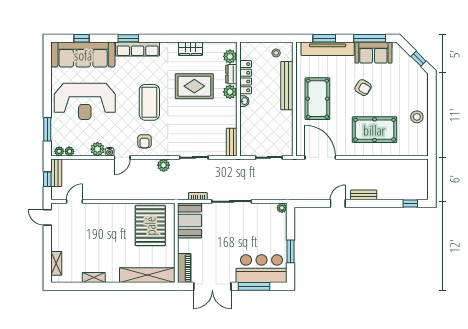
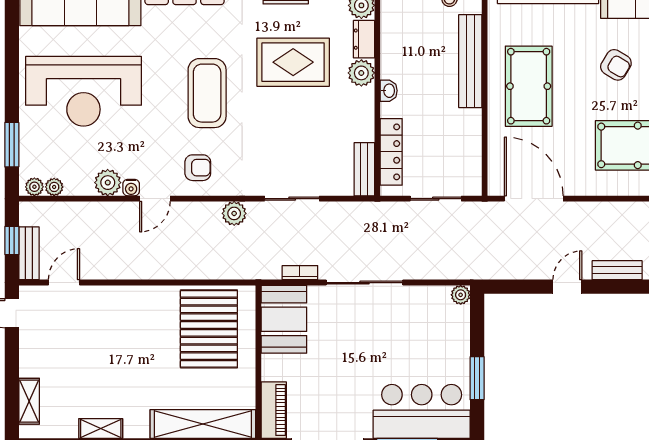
locker: (246, 77) -> (391, 152), moved
armchair: (145, 141) -> (198, 168), turned -90
bench: (56, 173) -> (29, 253), moved

